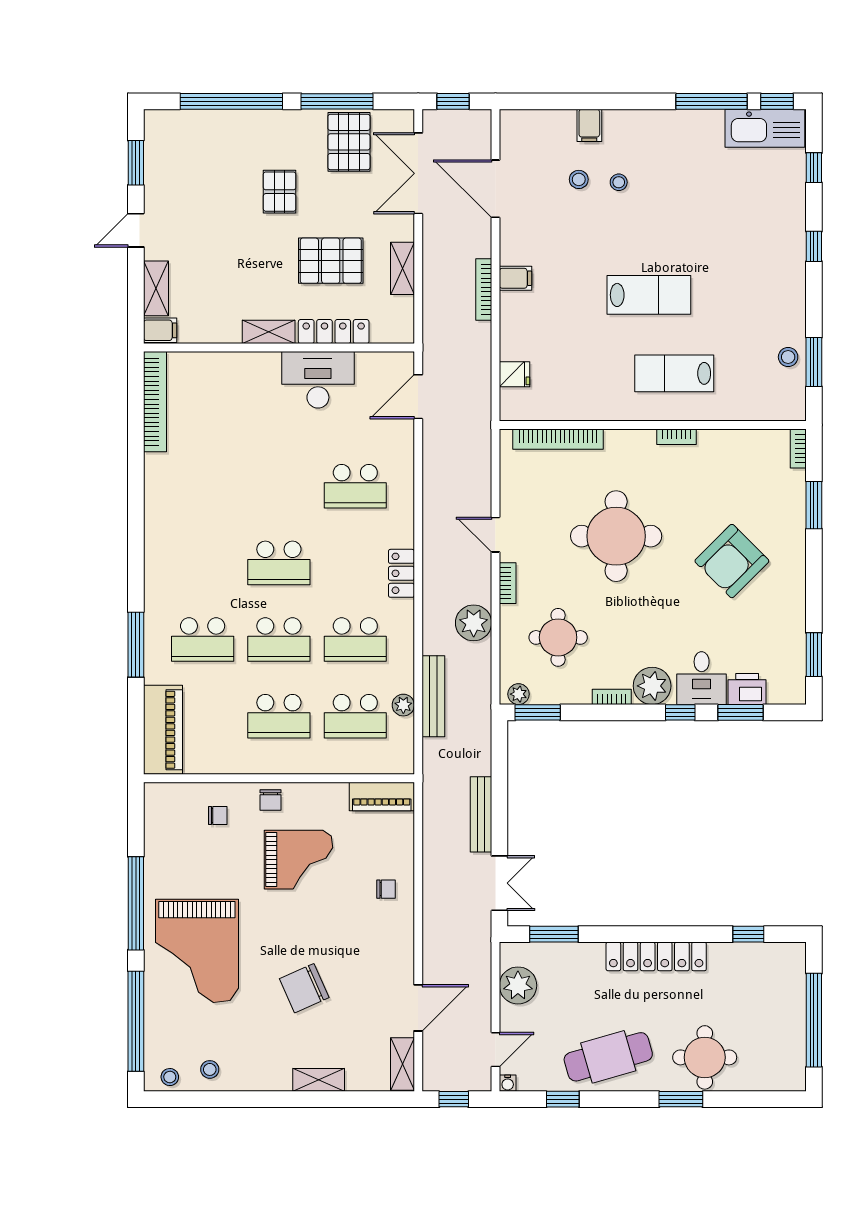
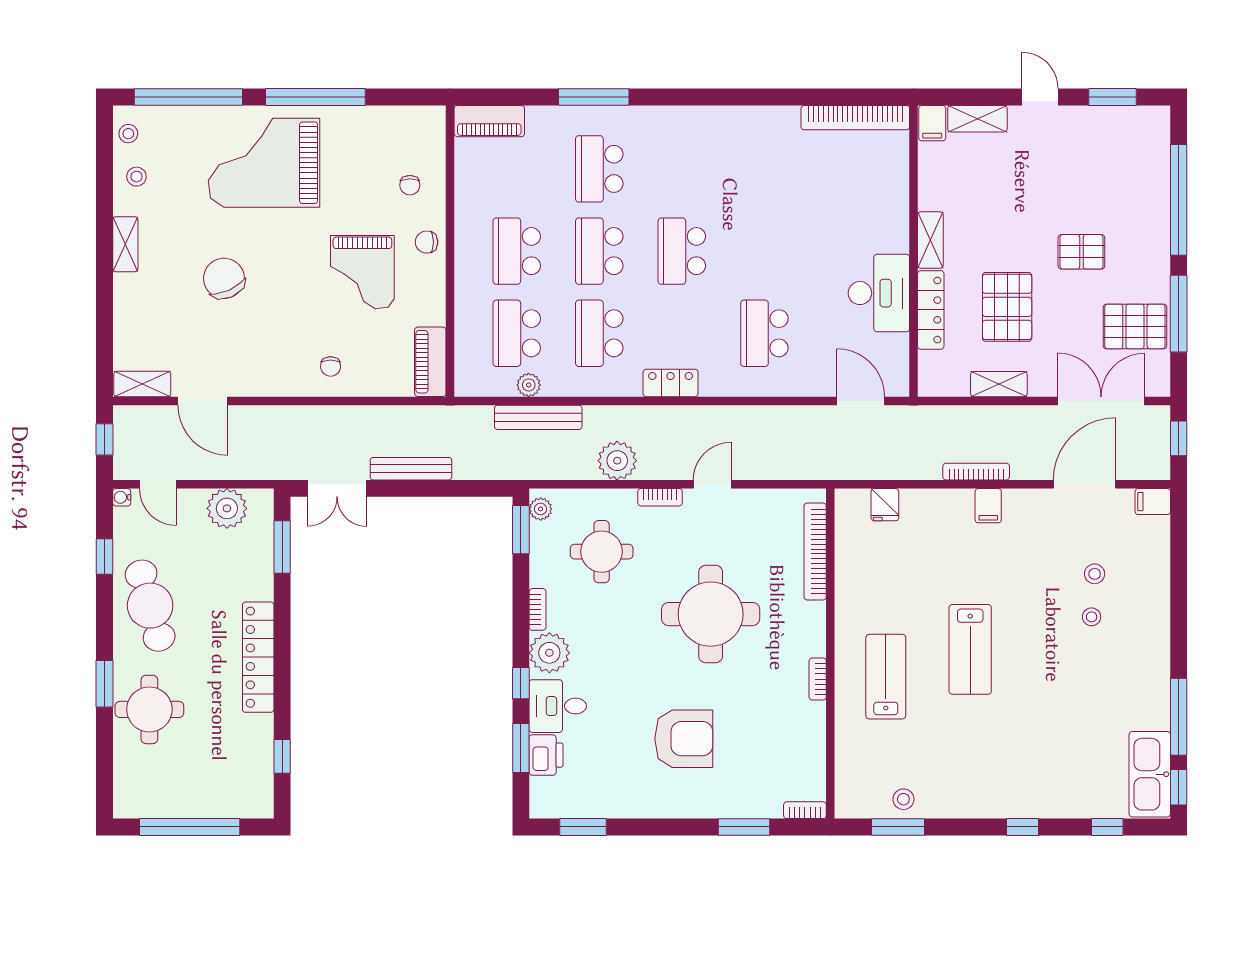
filing cabinet: (589, 125) -> (1153, 502), moved
armchair: (732, 561) -> (684, 739), turned 135
piano: (163, 730) -> (489, 121), width x0.73, depth x0.75
shelving: (319, 1080) -> (125, 244), moved

